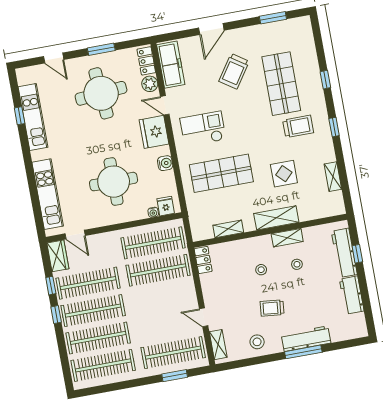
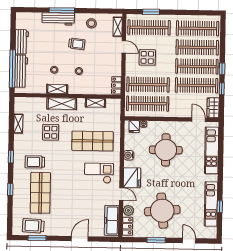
trolley: (234, 71) -> (33, 226), moved, turned -121
checkout: (203, 129) -> (99, 173), turned 180
window: (357, 254) -> (12, 69), width x3.17
display table: (167, 309) -> (147, 57), added

